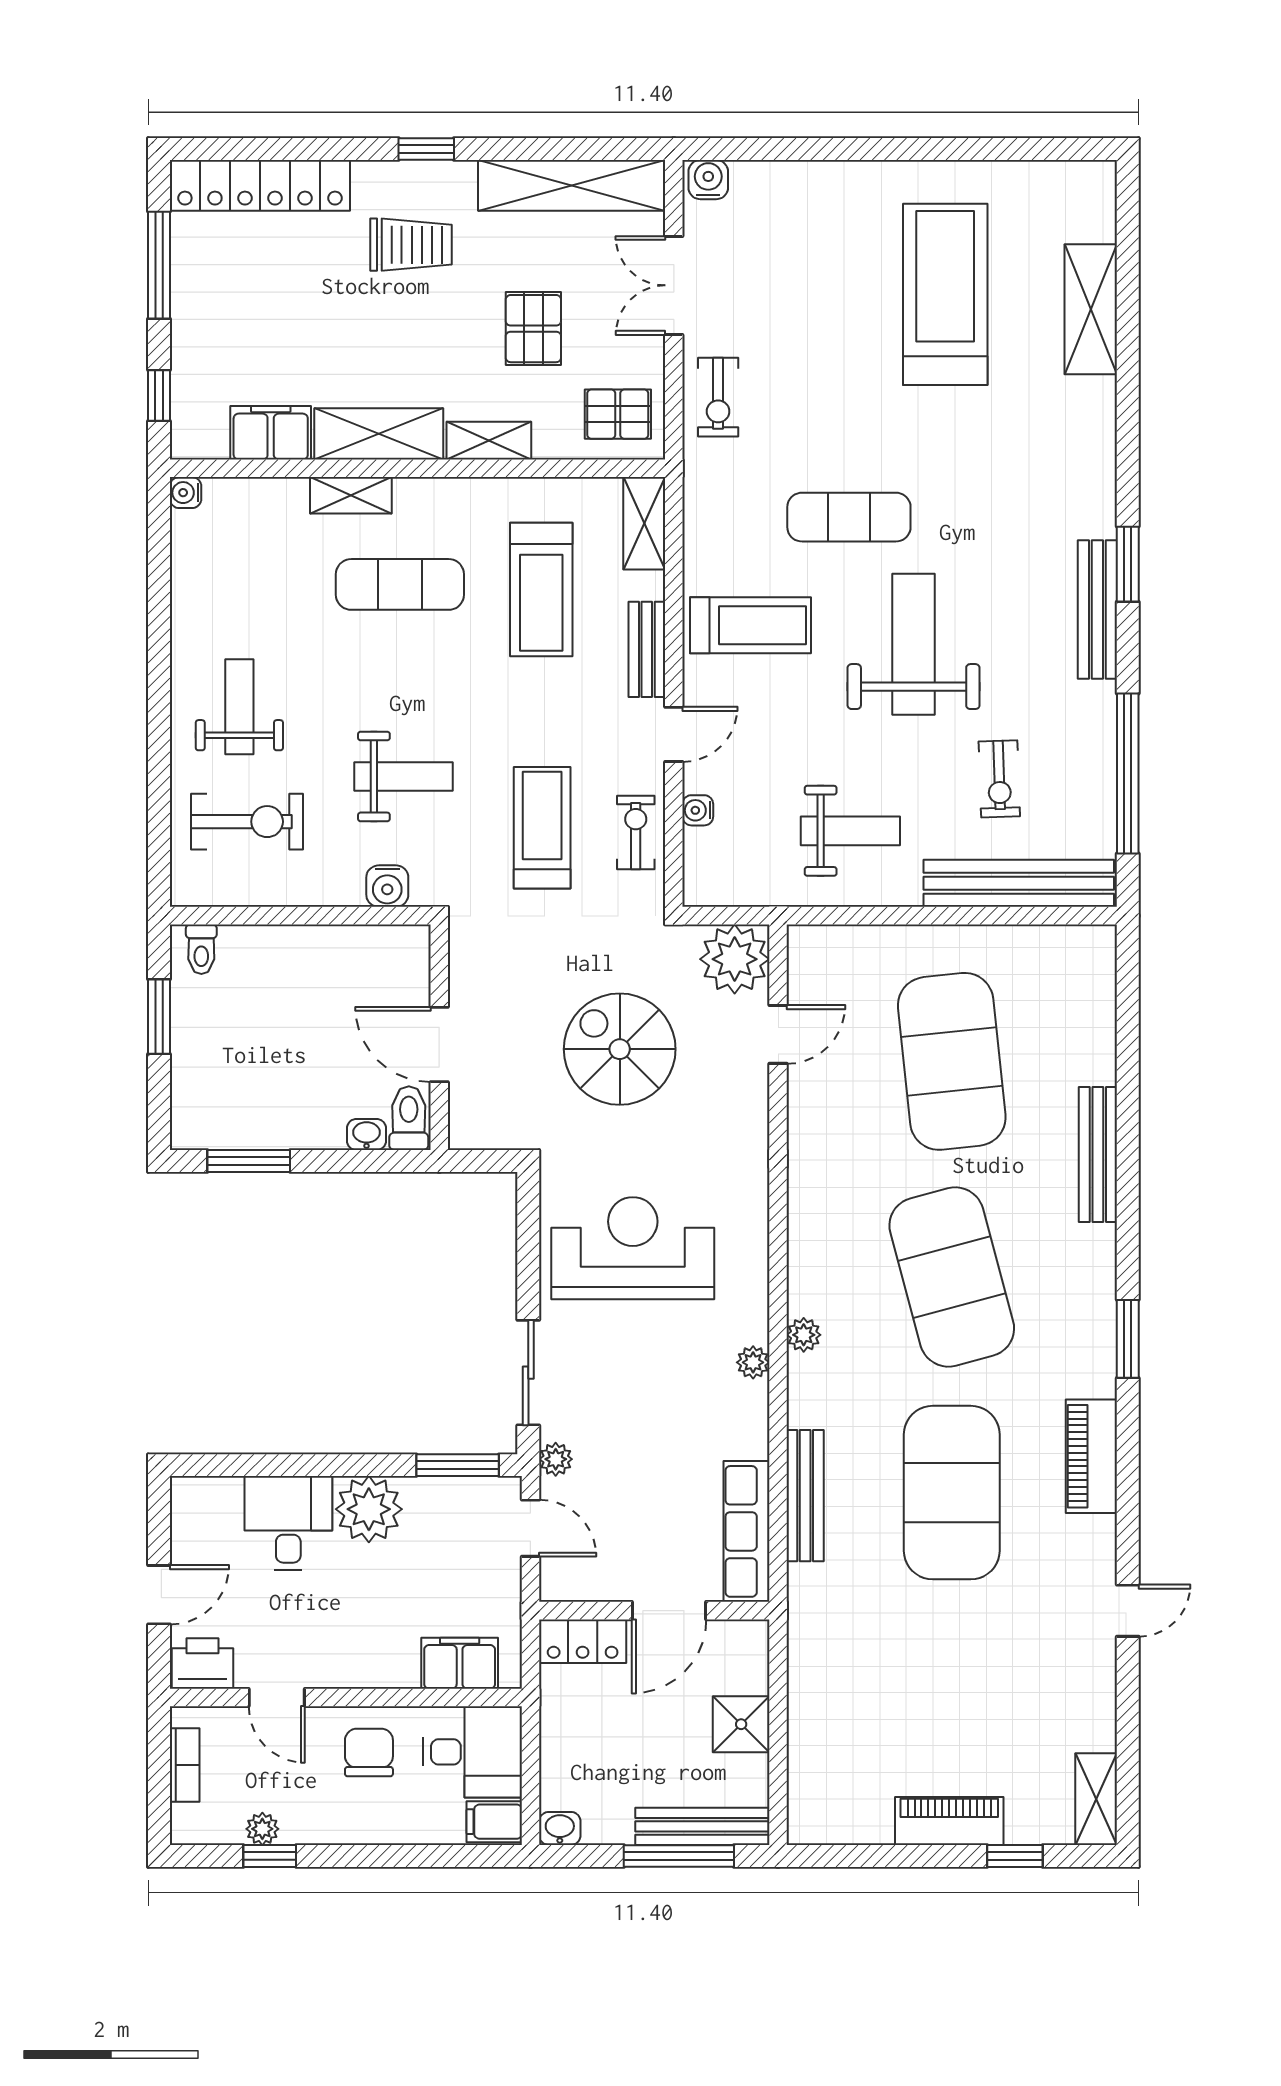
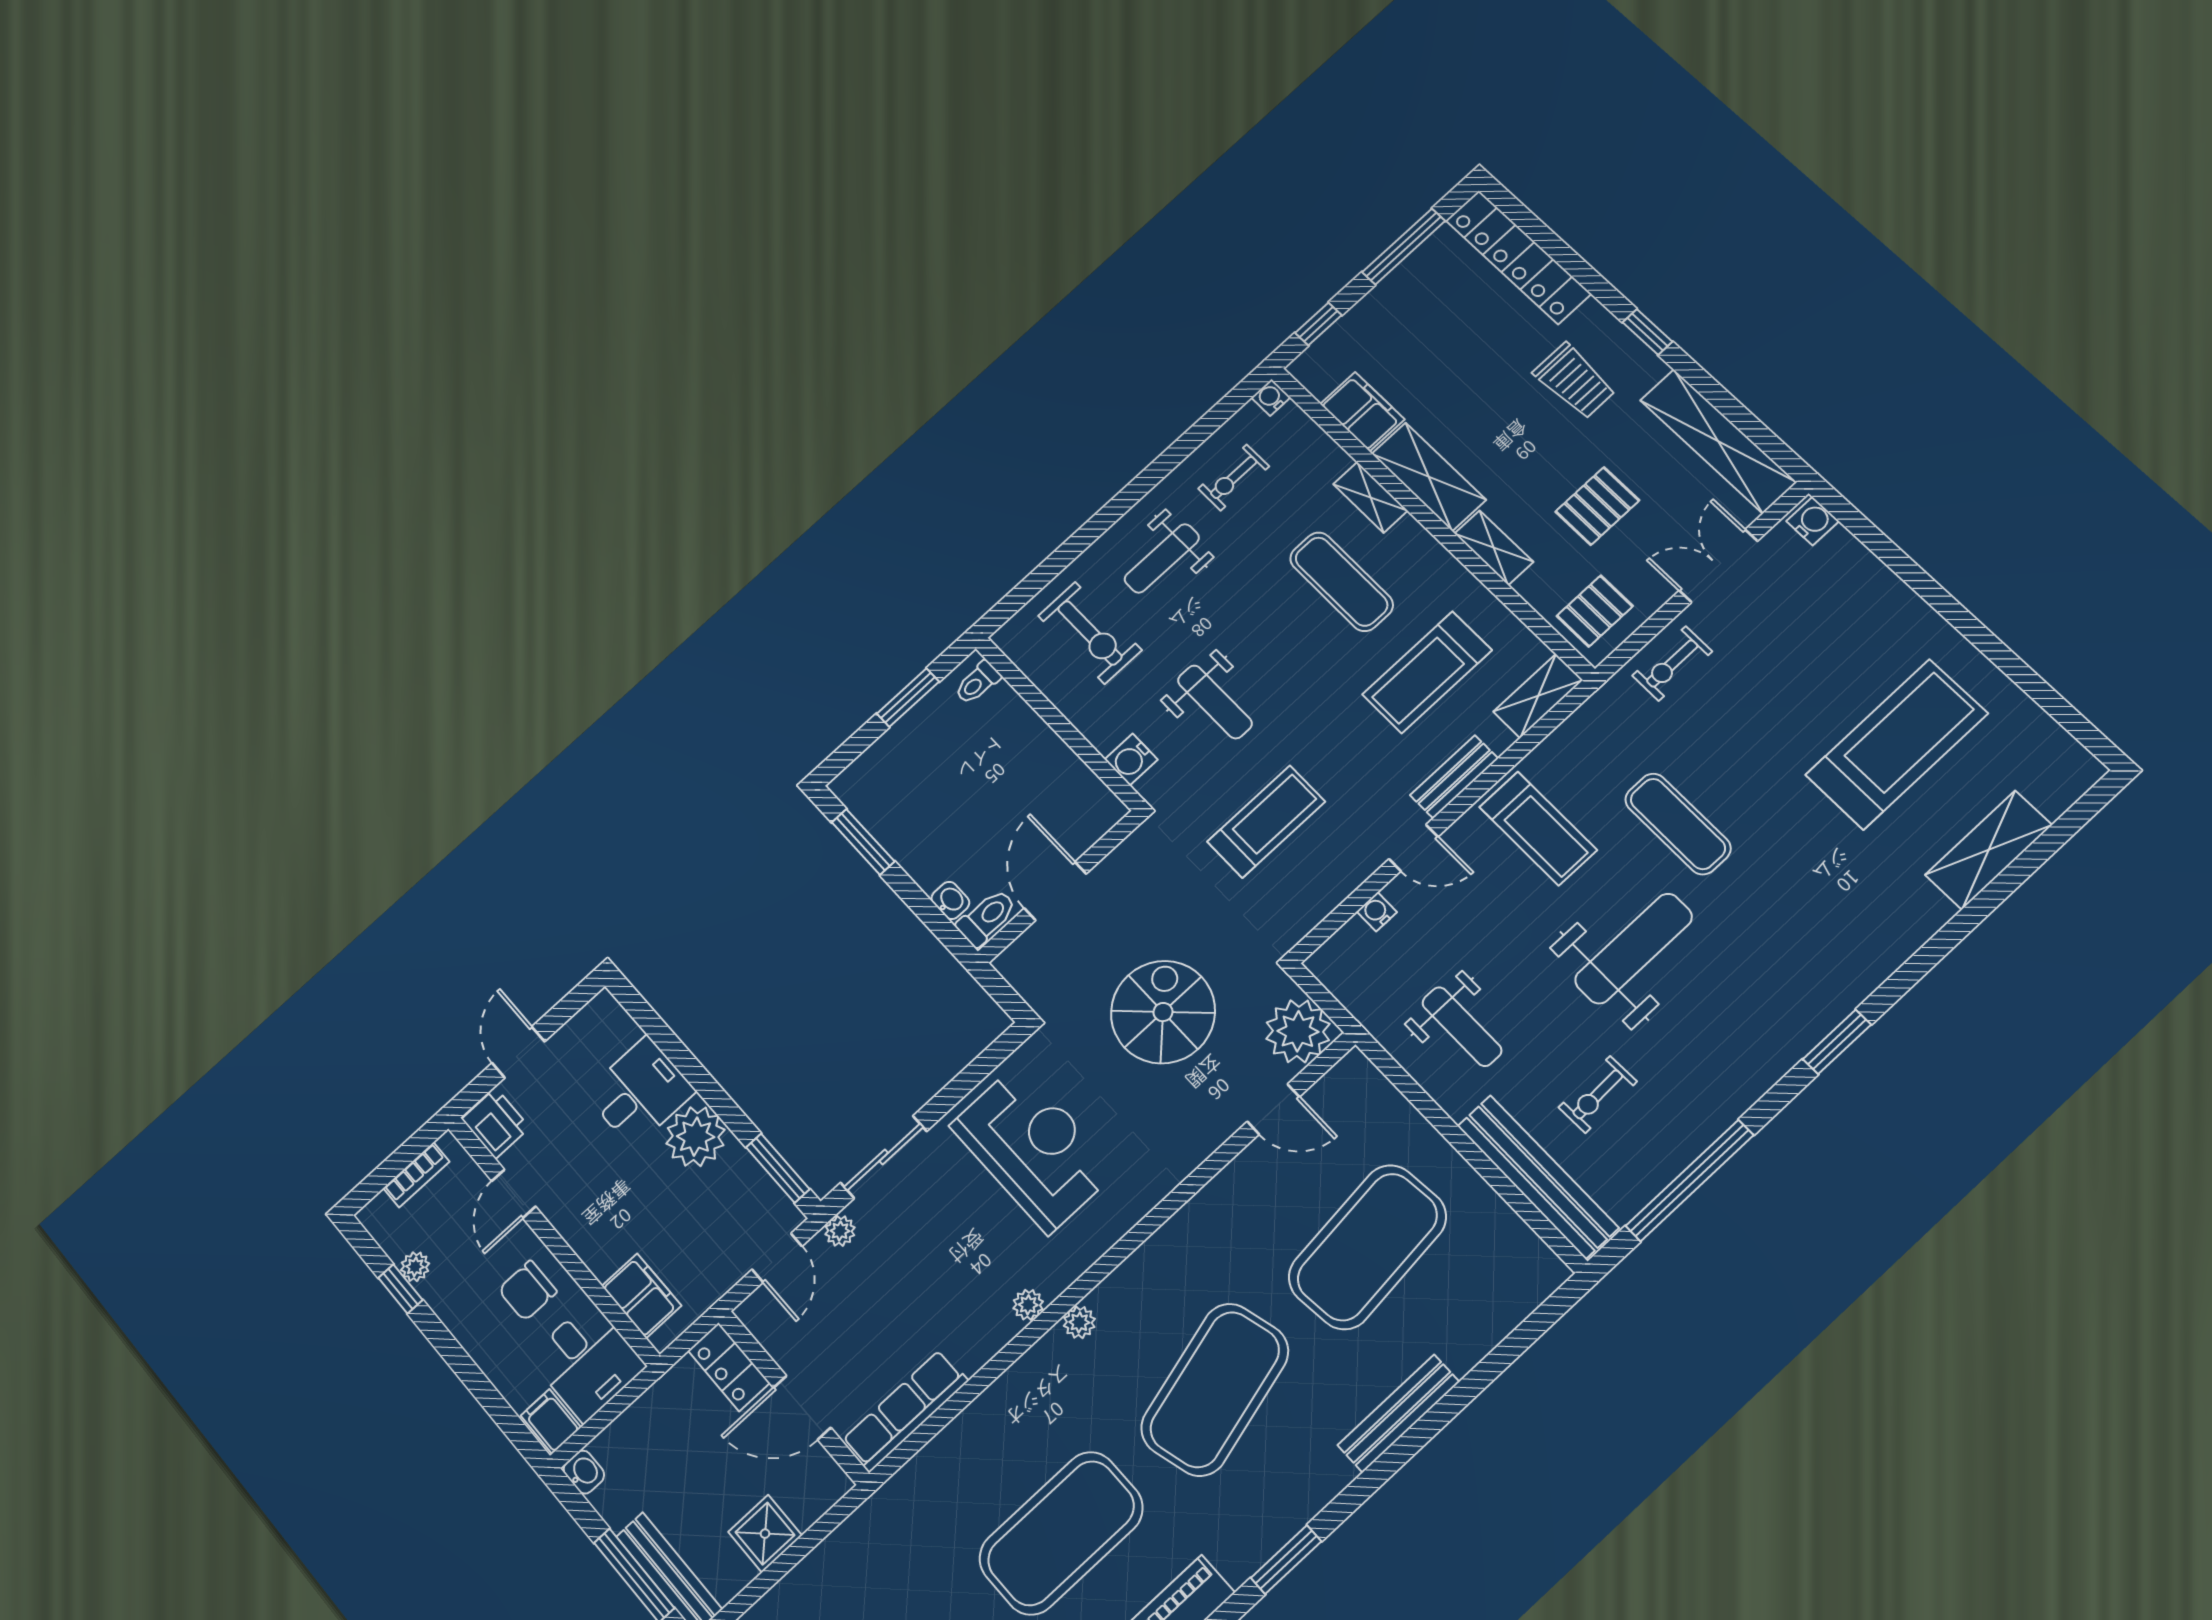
pallet: (618, 414) -> (1595, 611), turned 90
bench: (1097, 609) -> (1784, 1051), removed
weight bench: (239, 707) -> (1162, 558), turned 180
exercise bike: (636, 832) -> (1234, 478), moved, turned 180
bench: (805, 1496) -> (967, 1429), removed
door: (159, 1595) -> (518, 1052), swing flipped
chair: (369, 1752) -> (528, 1291), turned 180

